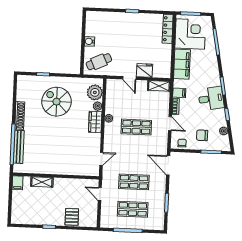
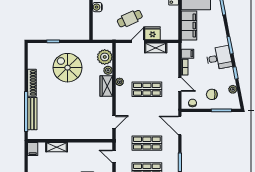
cafe table: (99, 62) -> (130, 19), moved
door: (129, 78) -> (138, 41), swing flipped
shelving: (159, 86) -> (156, 48), moved

